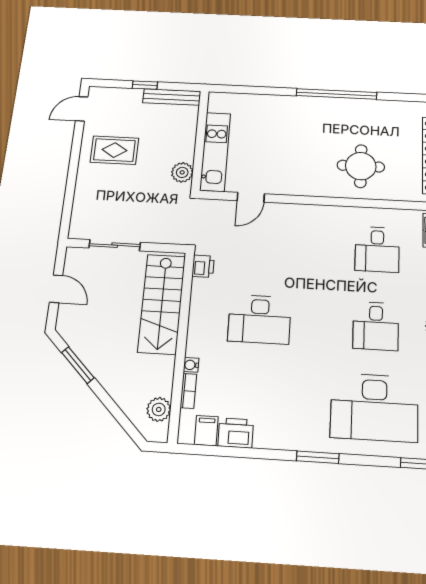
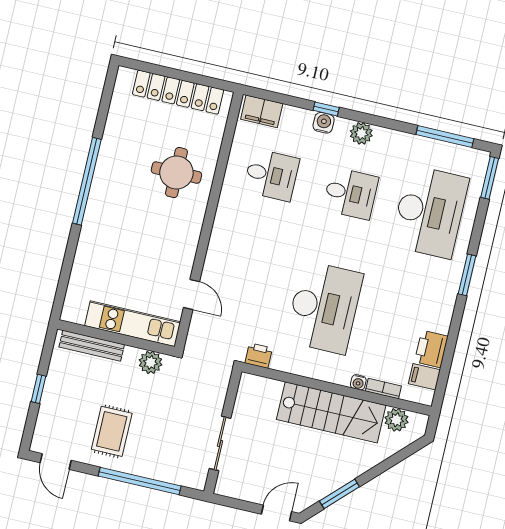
bench: (172, 97) -> (92, 346), moved, turned 90
window: (71, 181) -> (140, 481), added
door: (56, 289) -> (276, 513), moved
stairs: (162, 304) -> (331, 412), moved
desk: (259, 319) -> (324, 307), width x1.36, depth x1.30

